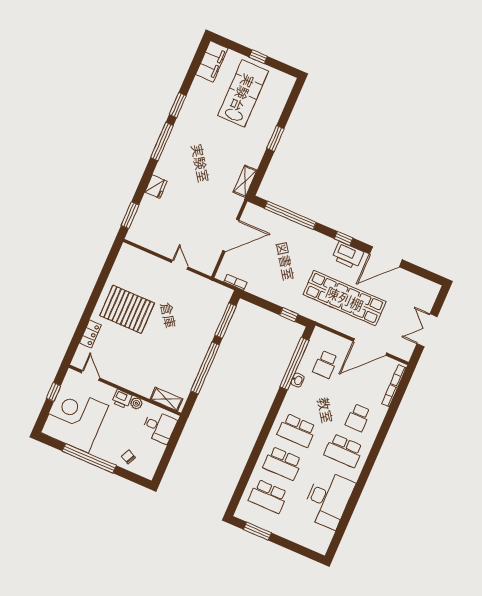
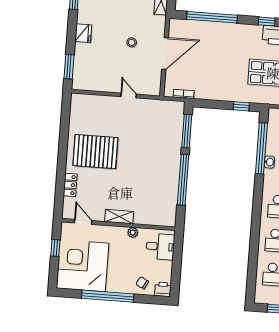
stool: (201, 213) -> (132, 42), added
printer: (122, 399) -> (163, 289), moved, turned 180
shelving: (166, 399) -> (119, 217), moved

